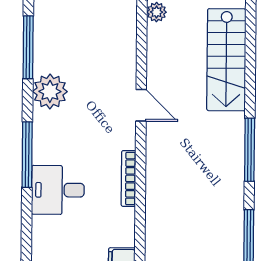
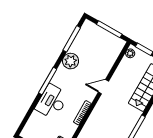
door: (141, 105) -> (103, 87), swing flipped
desk: (58, 190) -> (52, 102), width x1.37

